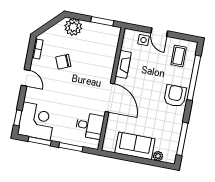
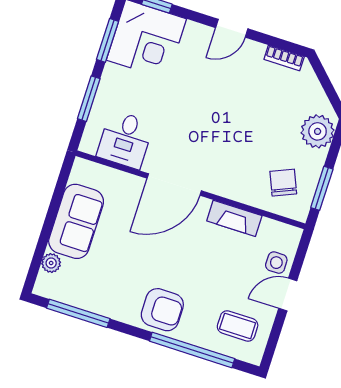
chair: (63, 62) -> (283, 183), moved

